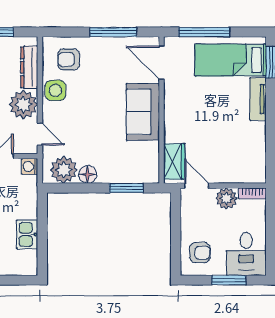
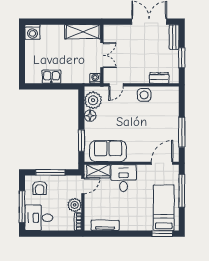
armchair: (69, 59) -> (164, 103), removed
dresser: (29, 67) -> (159, 78), width x0.70
tv unit: (258, 99) -> (105, 225), moved
plant: (23, 105) -> (135, 74), removed
sofa: (143, 112) -> (108, 151), moved
desk: (185, 123) -> (123, 178), added
window: (176, 236) -> (50, 172), added
window: (229, 280) -> (22, 207), width x1.44

